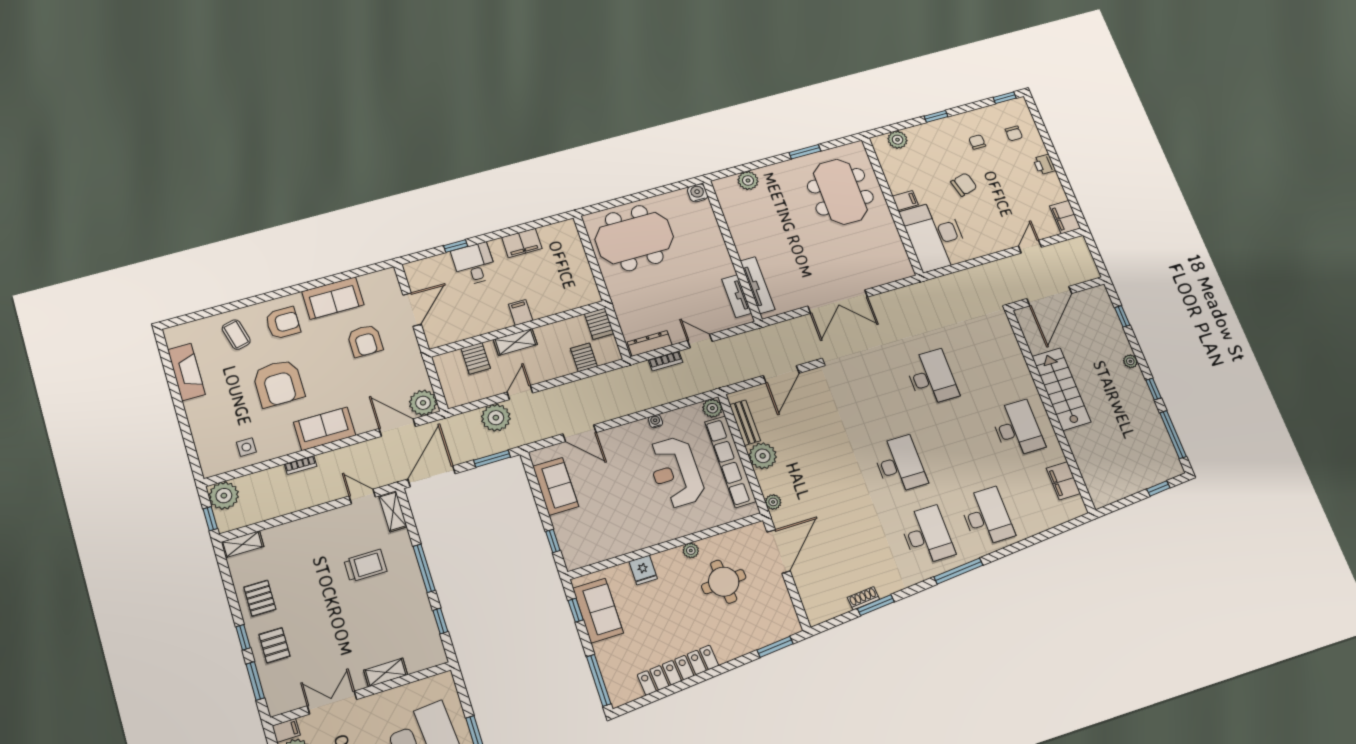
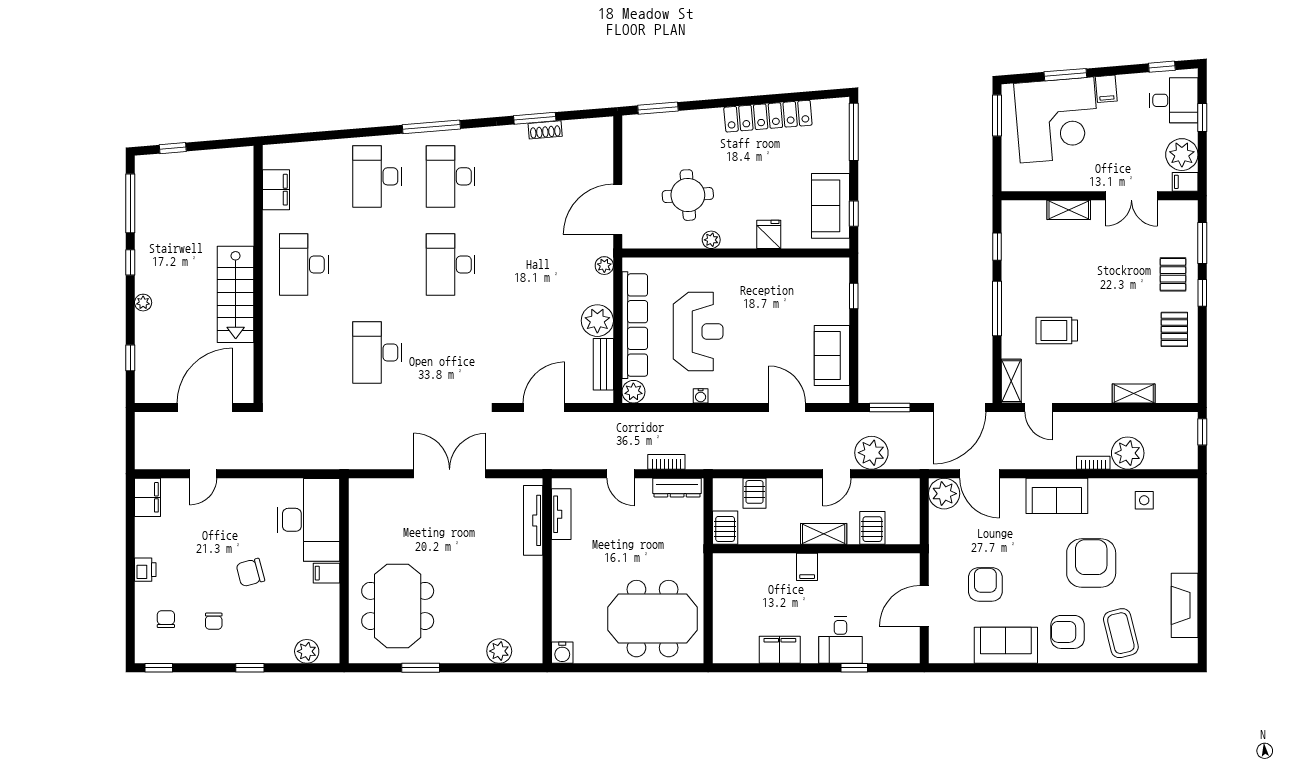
coffee table: (236, 335) -> (1121, 633), width x1.36, depth x1.30
plant: (224, 496) -> (1128, 453), moved
shelving: (242, 544) -> (1134, 394), moved

